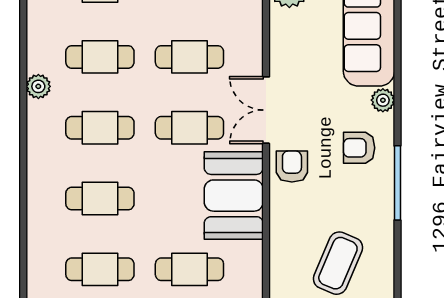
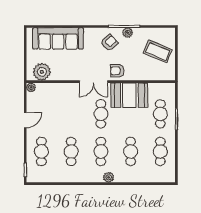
cafe table: (189, 57) -> (71, 114), removed
plant: (38, 86) -> (109, 177), moved
plant: (383, 100) -> (128, 33), moved
armchair: (359, 148) -> (109, 43), turned -133

